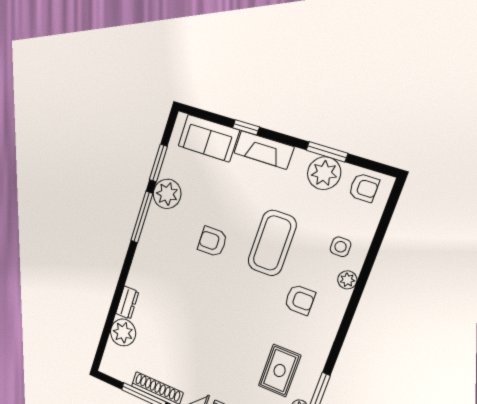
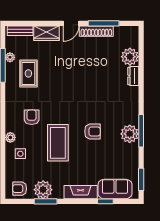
window: (246, 127) -> (105, 201), moved
window: (158, 163) -> (141, 179), moved
plant: (167, 194) -> (130, 134), moved
armchair: (300, 300) -> (32, 117), turned 90

